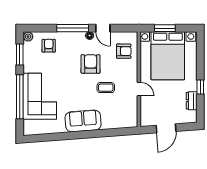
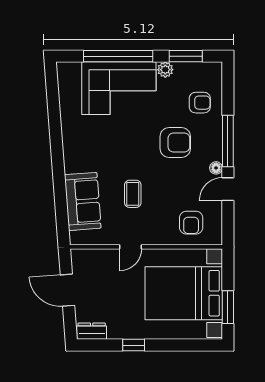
window: (165, 28) -> (228, 307), moved
plant: (28, 37) -> (165, 70), moved
armchair: (91, 64) -> (175, 142), moved
dresser: (192, 101) -> (92, 331), moved
sofa: (83, 121) -> (83, 201), moved

